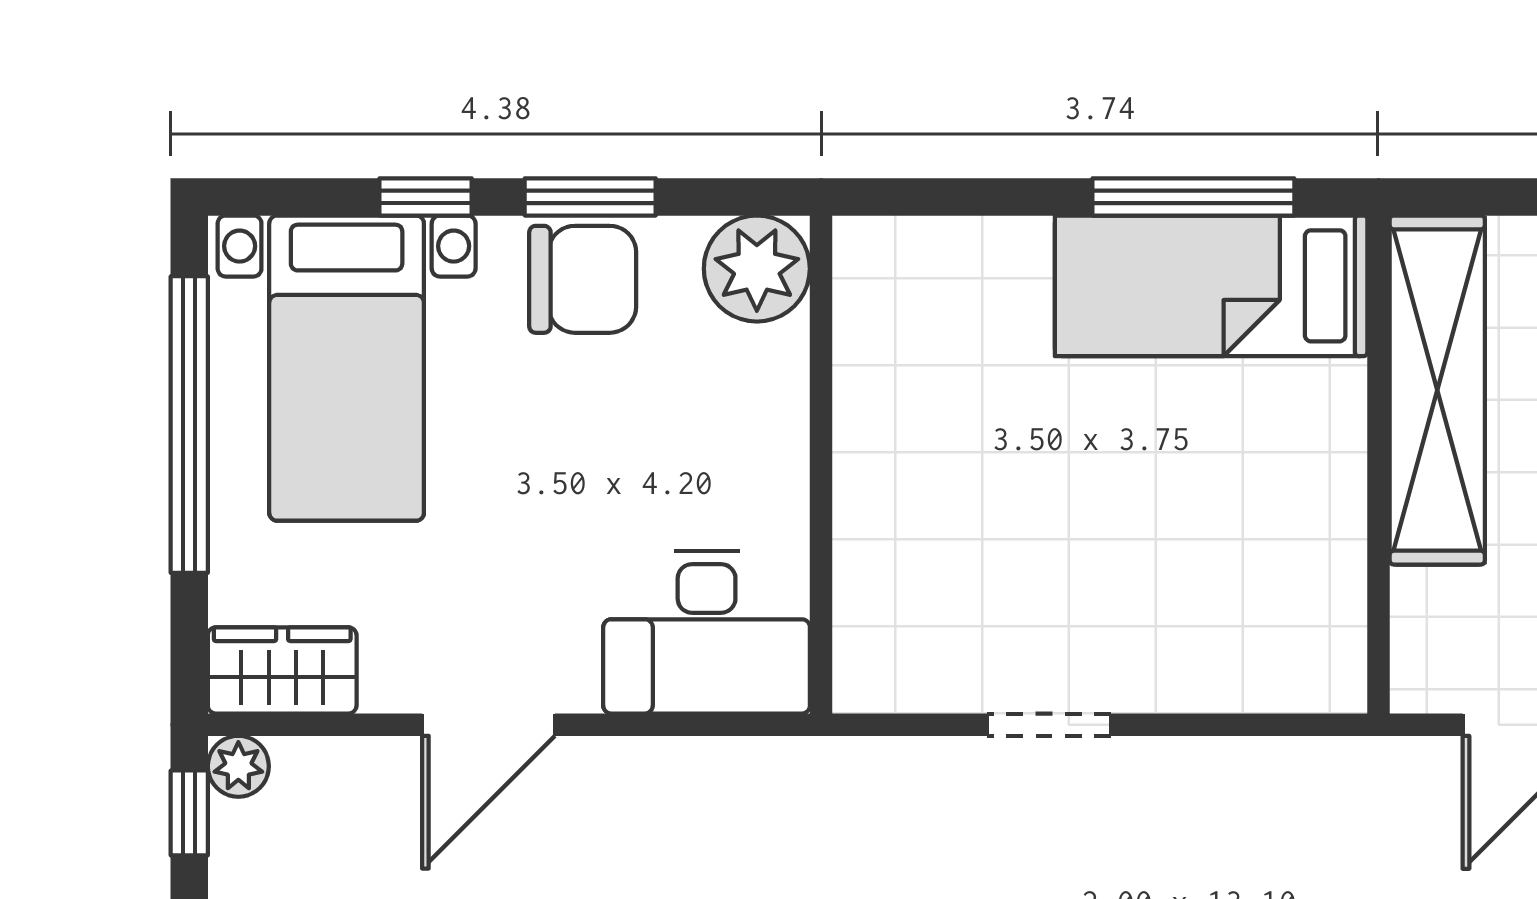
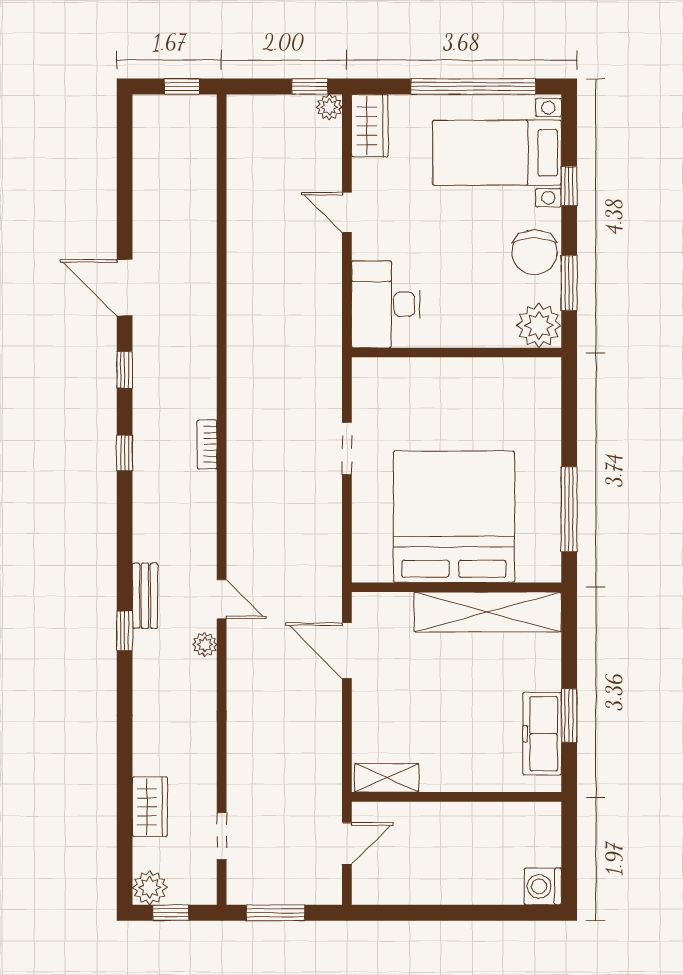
window: (590, 197) -> (569, 283), moved
bed: (1211, 286) -> (454, 517), moved, width x2.04
door: (488, 725) -> (347, 212), width x0.73

